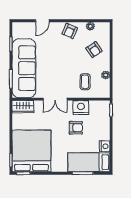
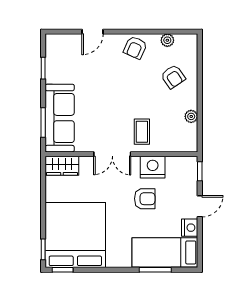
sofa: (24, 68) -> (60, 118), width x0.74, depth x0.79
coffee table: (85, 82) -> (142, 132), moved
door: (111, 133) -> (200, 206), added

